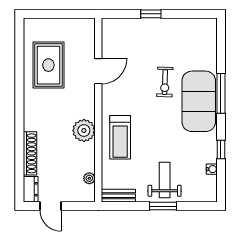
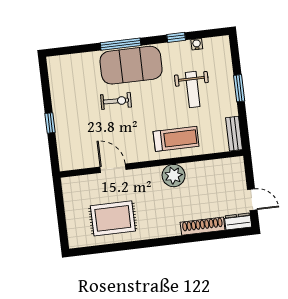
plant: (89, 178) -> (220, 165), removed
weight bench: (165, 180) -> (193, 90), moved, turned -90
door: (51, 206) -> (252, 200), hinge flipped

